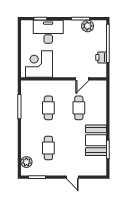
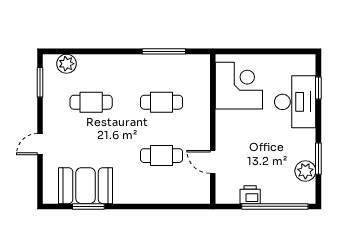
booth: (96, 140) -> (86, 186), moved

